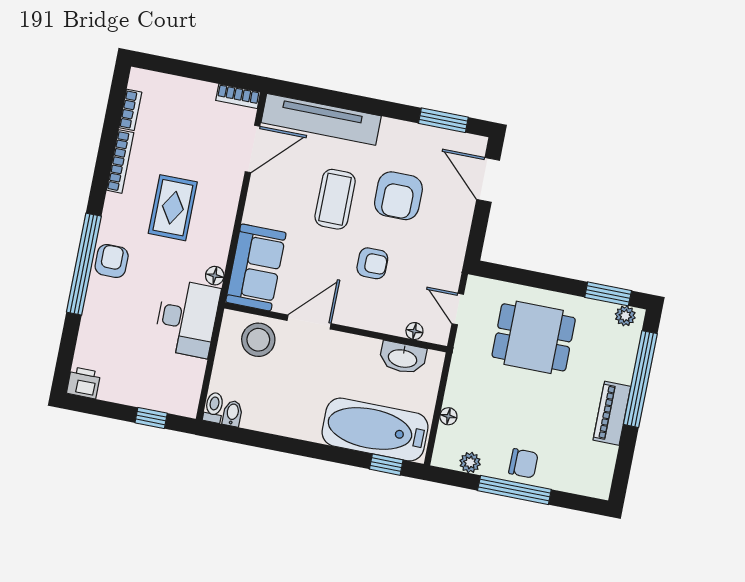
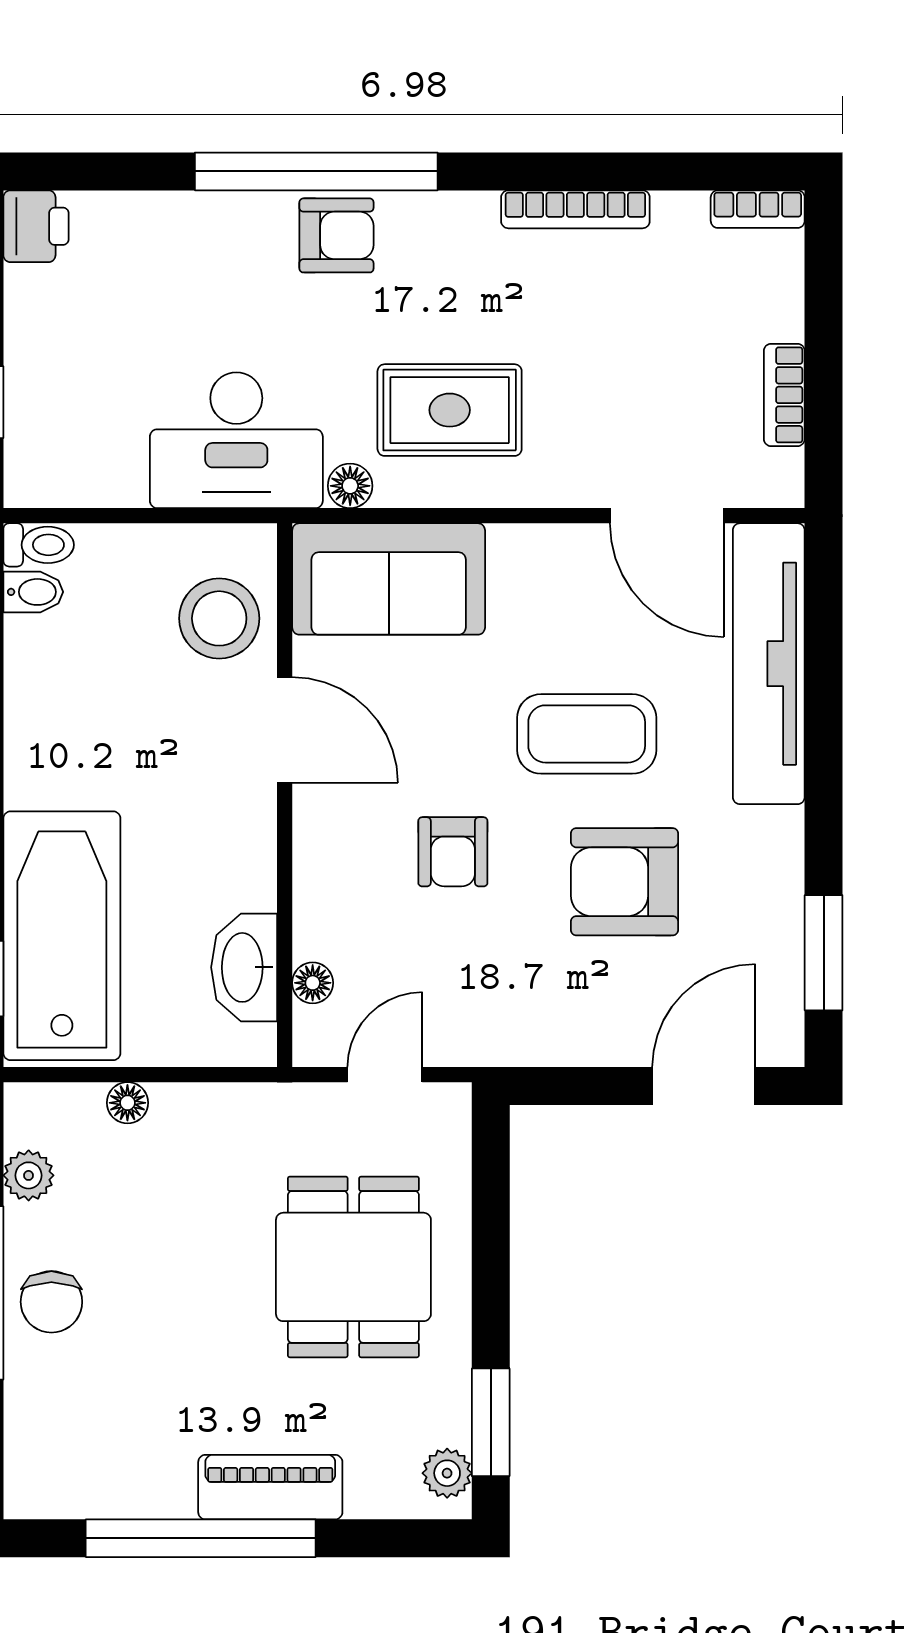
bookcase: (238, 96) -> (784, 395), moved
bookcase: (130, 110) -> (758, 209), moved
rug: (173, 208) -> (450, 410), moved
window: (640, 379) -> (201, 1538), moved
piano: (612, 413) -> (270, 1487), moved

